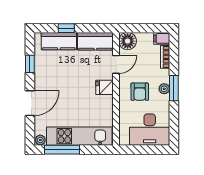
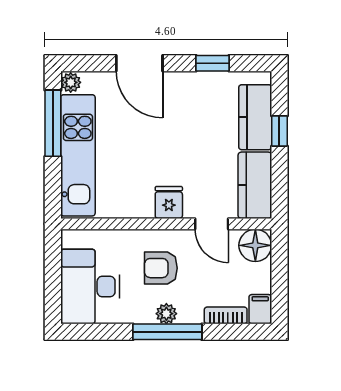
window: (174, 88) -> (167, 332), width x1.44

